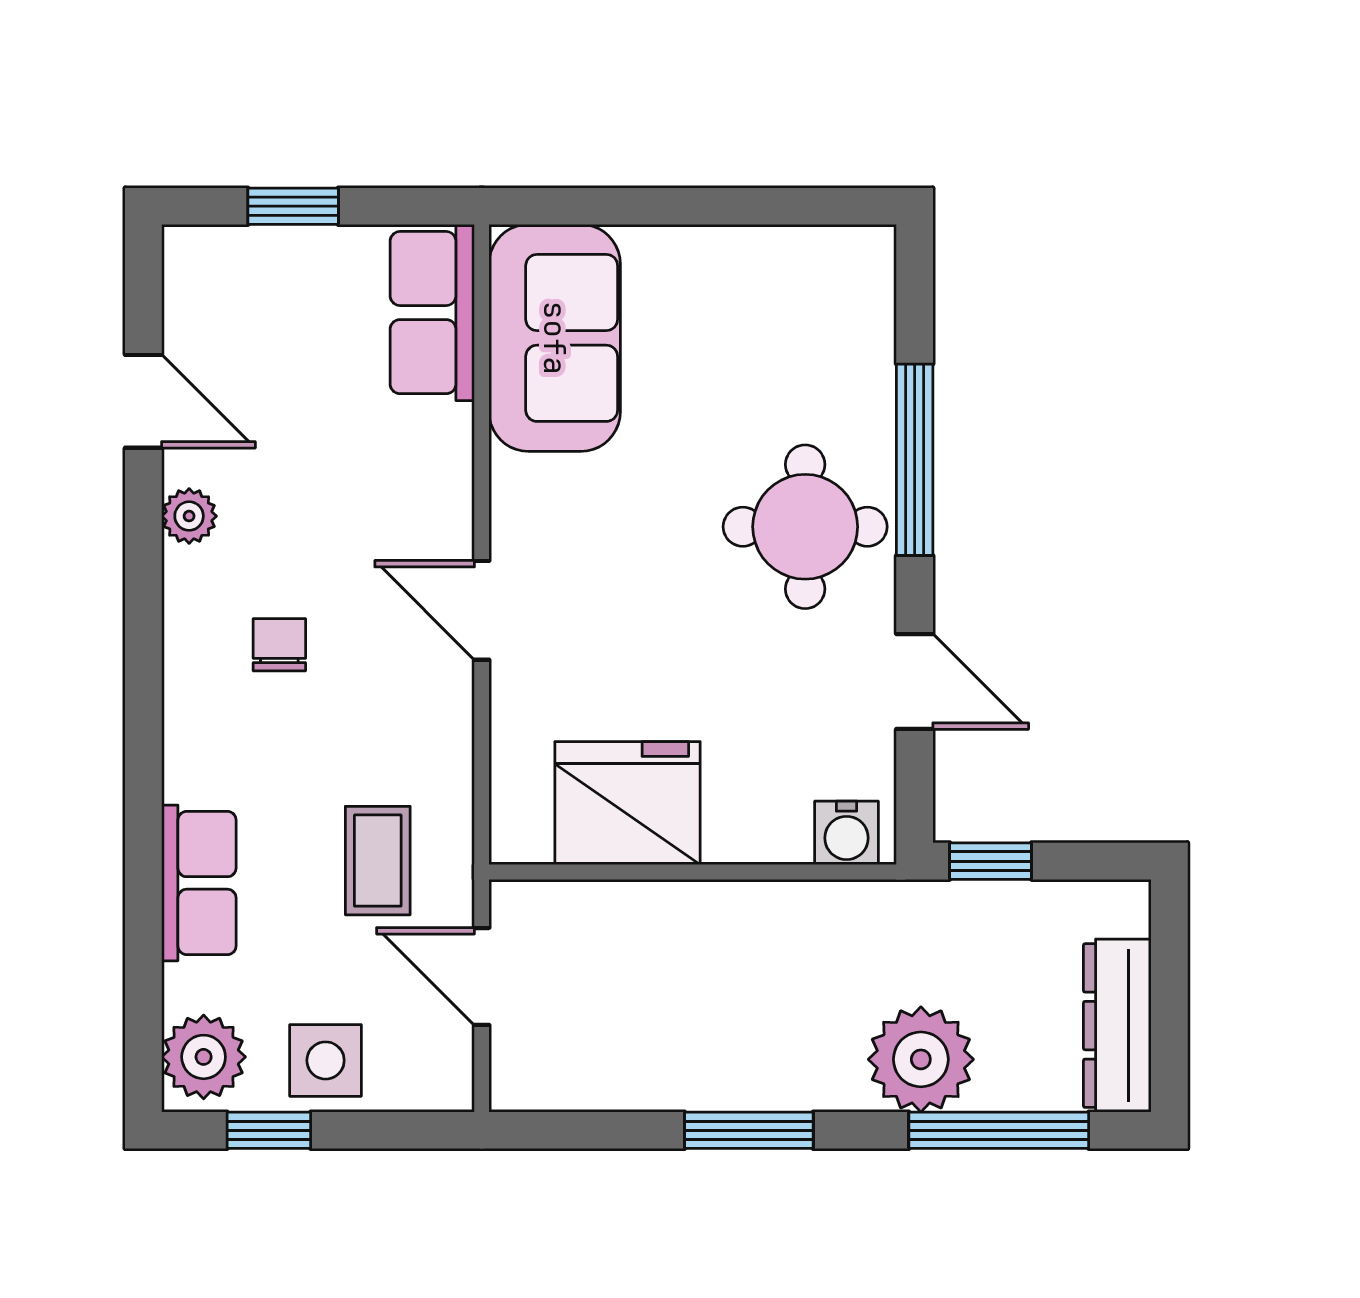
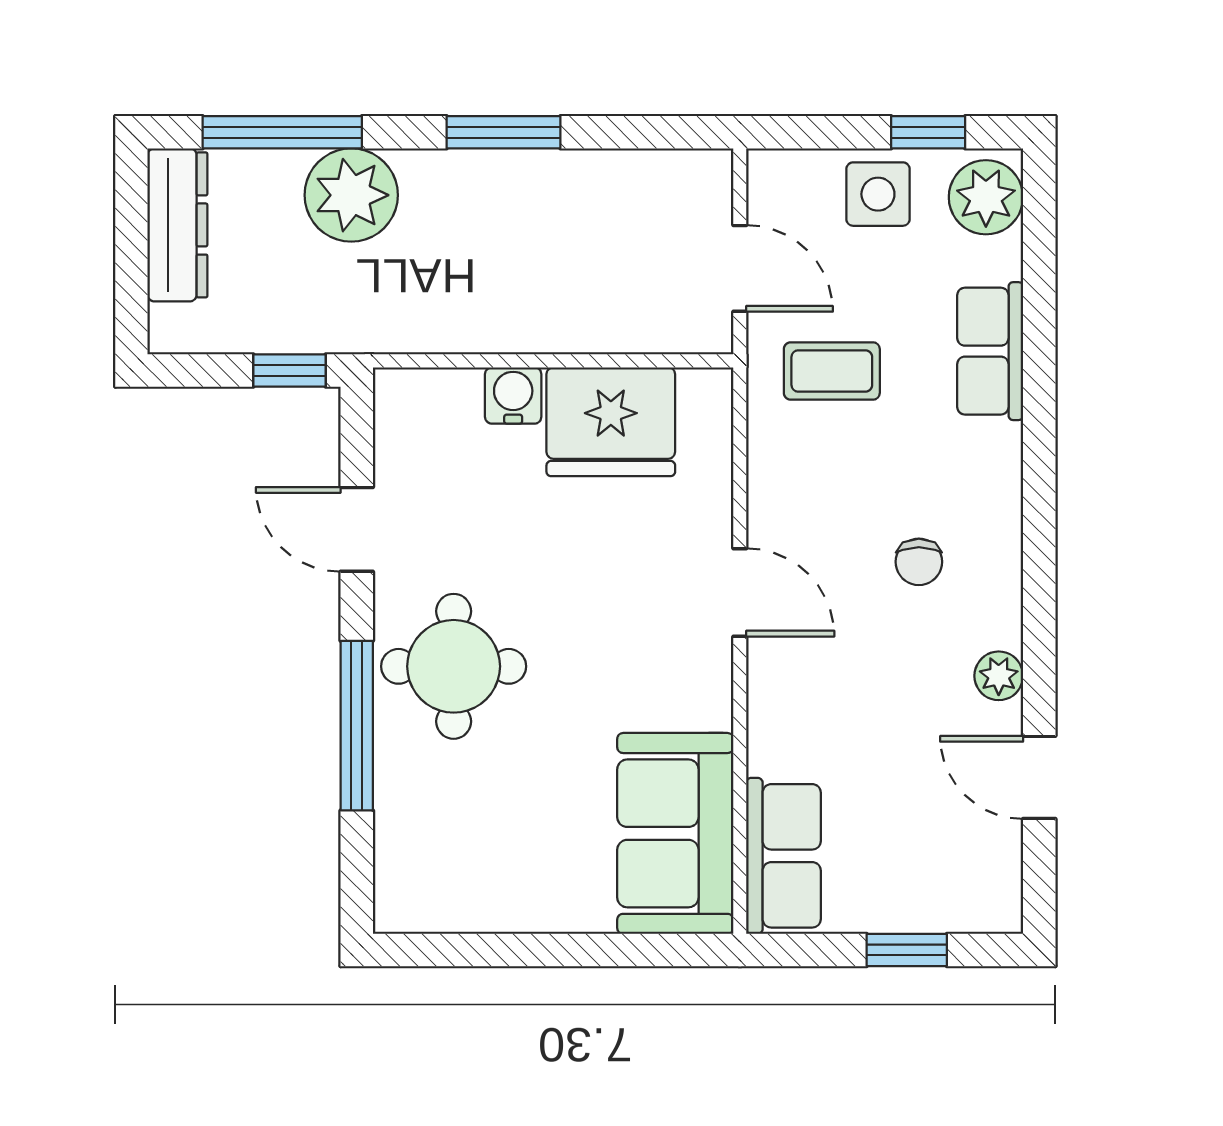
water cooler: (847, 833) -> (513, 395), moved
coffee table: (378, 861) -> (832, 371), turned 90

